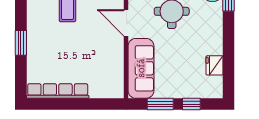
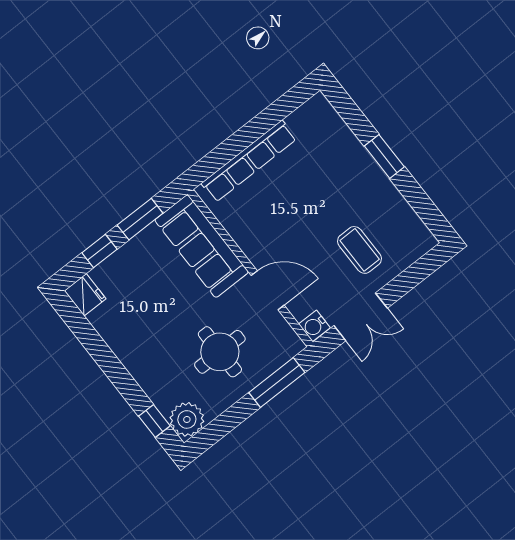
fridge: (214, 65) -> (85, 295), moved
row of seats: (58, 91) -> (249, 161), moved

